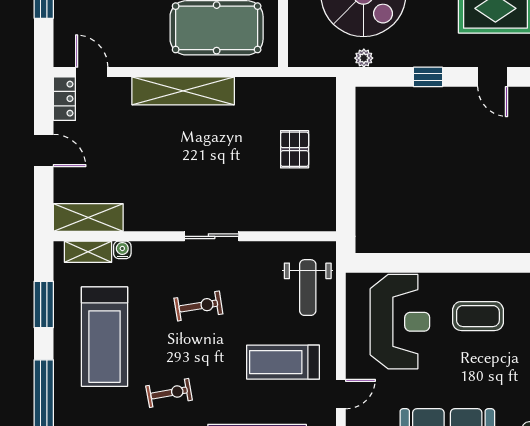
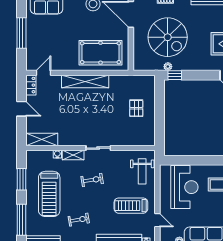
door: (92, 72) -> (43, 73), hinge flipped
window: (428, 77) -> (175, 75), moved
shelving: (88, 252) -> (73, 155), moved
door: (341, 394) -> (157, 220), hinge flipped

